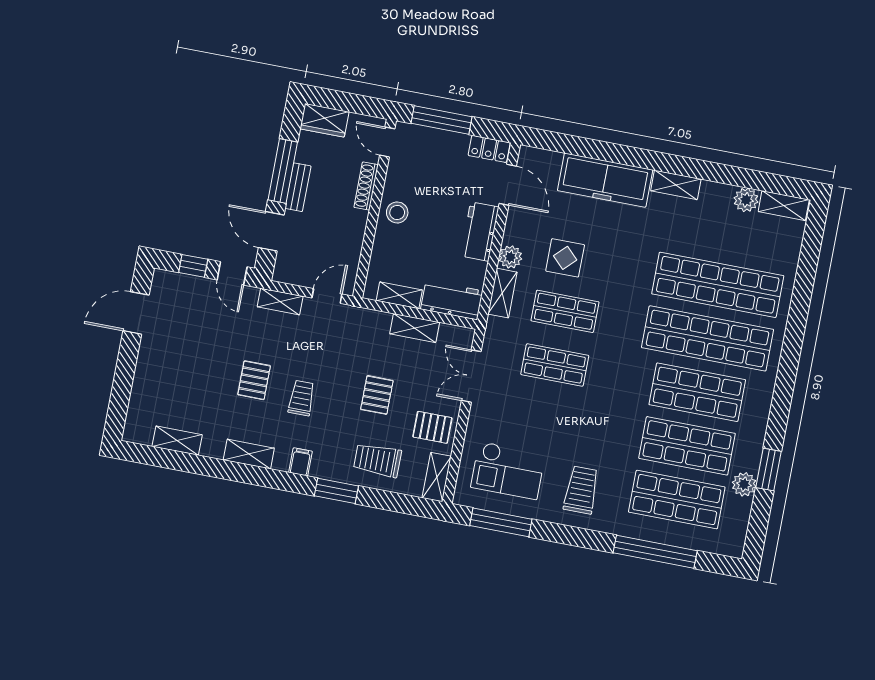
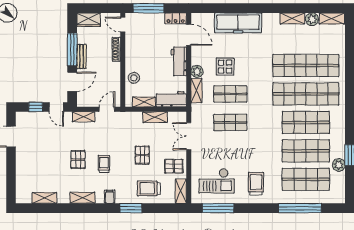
shelving: (676, 185) -> (292, 18), moved
stool: (397, 212) -> (134, 78), moved
door: (271, 231) -> (72, 82), swing flipped

